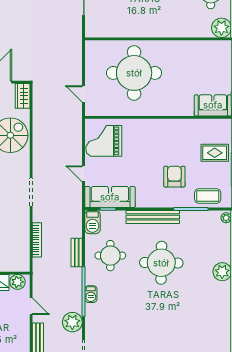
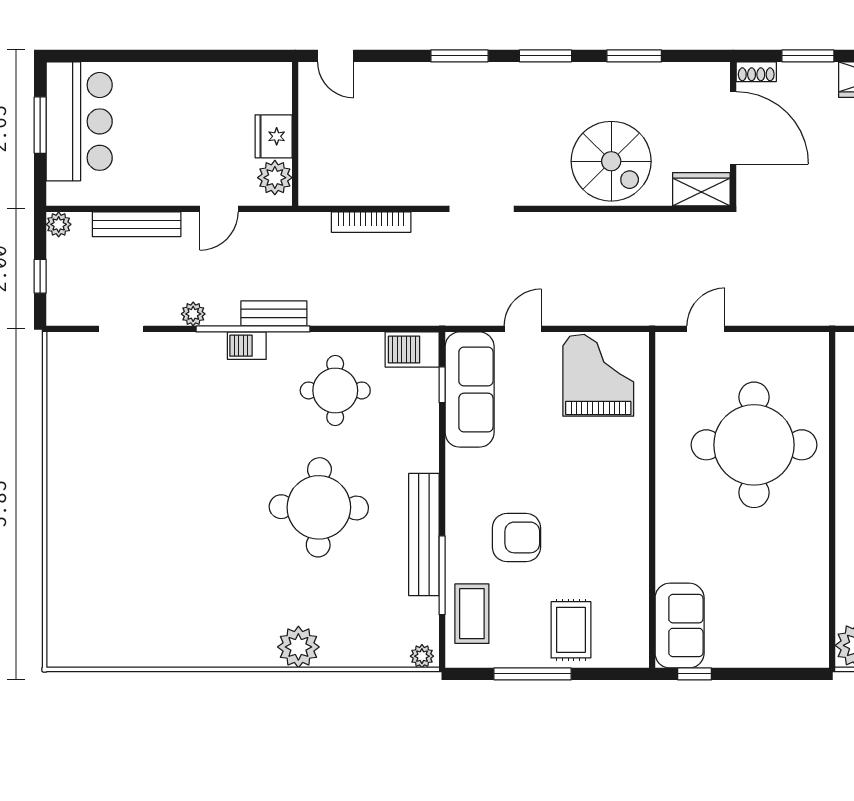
bench: (153, 217) -> (424, 535), moved
bench: (77, 252) -> (274, 313), moved
plant: (72, 322) -> (193, 314), width x0.53, depth x0.53

